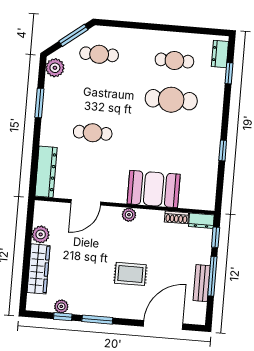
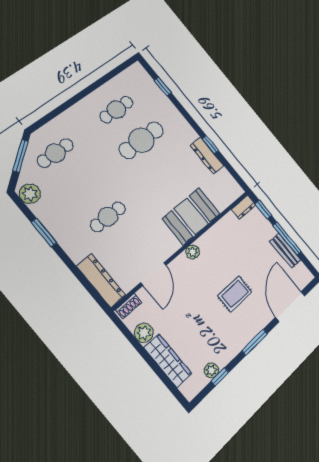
dresser: (220, 54) -> (207, 155), moved, width x1.44
shoe rack: (176, 217) -> (129, 306), moved
window: (97, 320) -> (255, 342), moved

